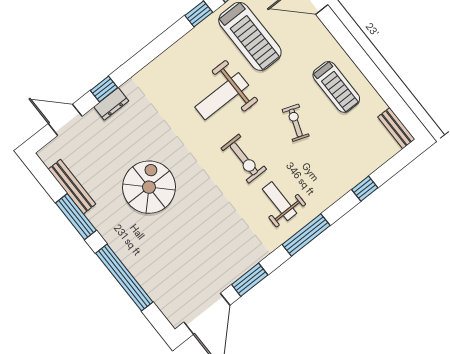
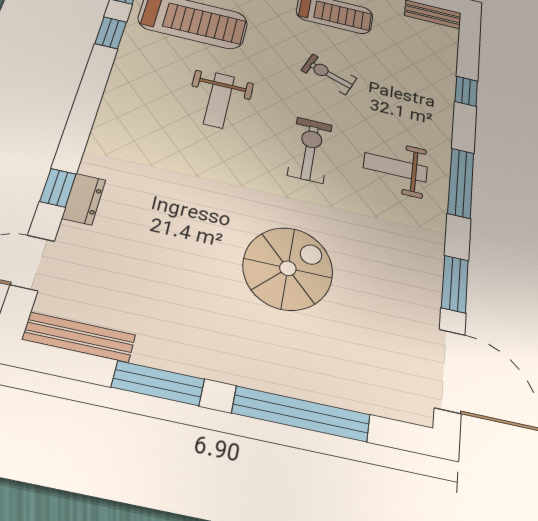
weight bench: (222, 96) -> (219, 100), width x0.73, depth x0.75
exercise bike: (244, 159) -> (310, 150), turned -90
bench: (72, 187) -> (79, 337), moved
spiral stairs: (149, 187) -> (288, 268), moved, turned 90

